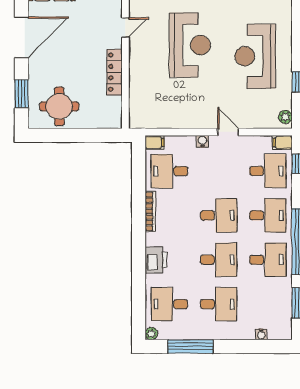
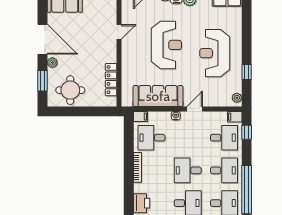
door: (21, 37) -> (42, 39), hinge flipped
plant: (35, 69) -> (52, 63), added
locker: (115, 72) -> (111, 80), moved
sofa: (178, 114) -> (158, 96), added
door: (228, 132) -> (195, 109), hinge flipped
desk: (219, 215) -> (188, 170), turned 180

